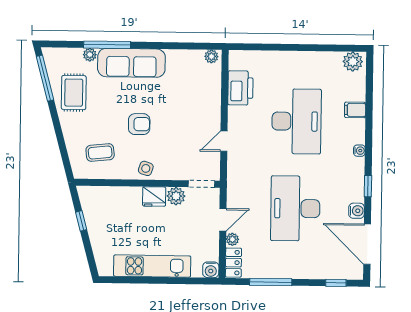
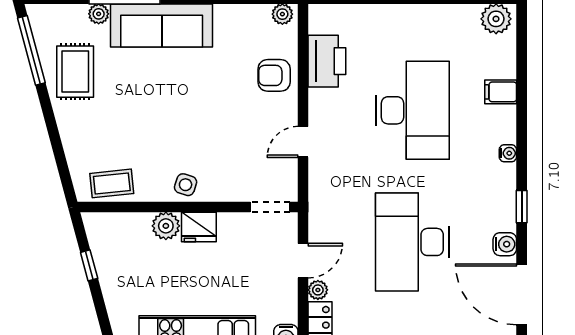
armchair: (139, 124) -> (274, 75), moved, turned 180
coffee table: (100, 153) -> (112, 183), moved
plant: (176, 196) -> (166, 226), moved

